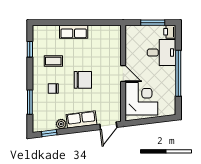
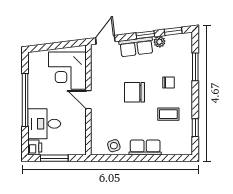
side table: (101, 33) -> (114, 146), added
window: (73, 130) -> (145, 35), added

